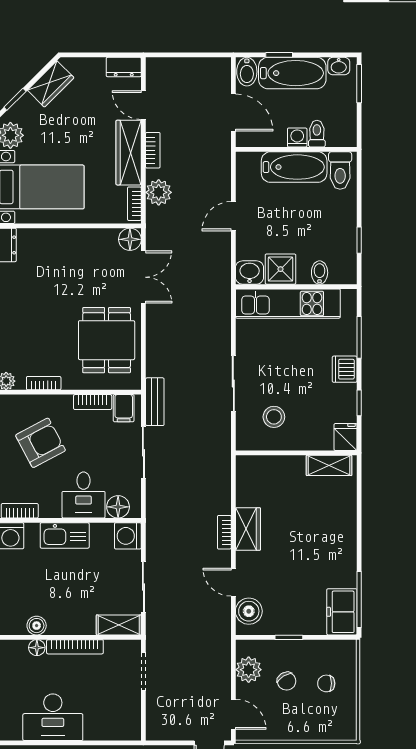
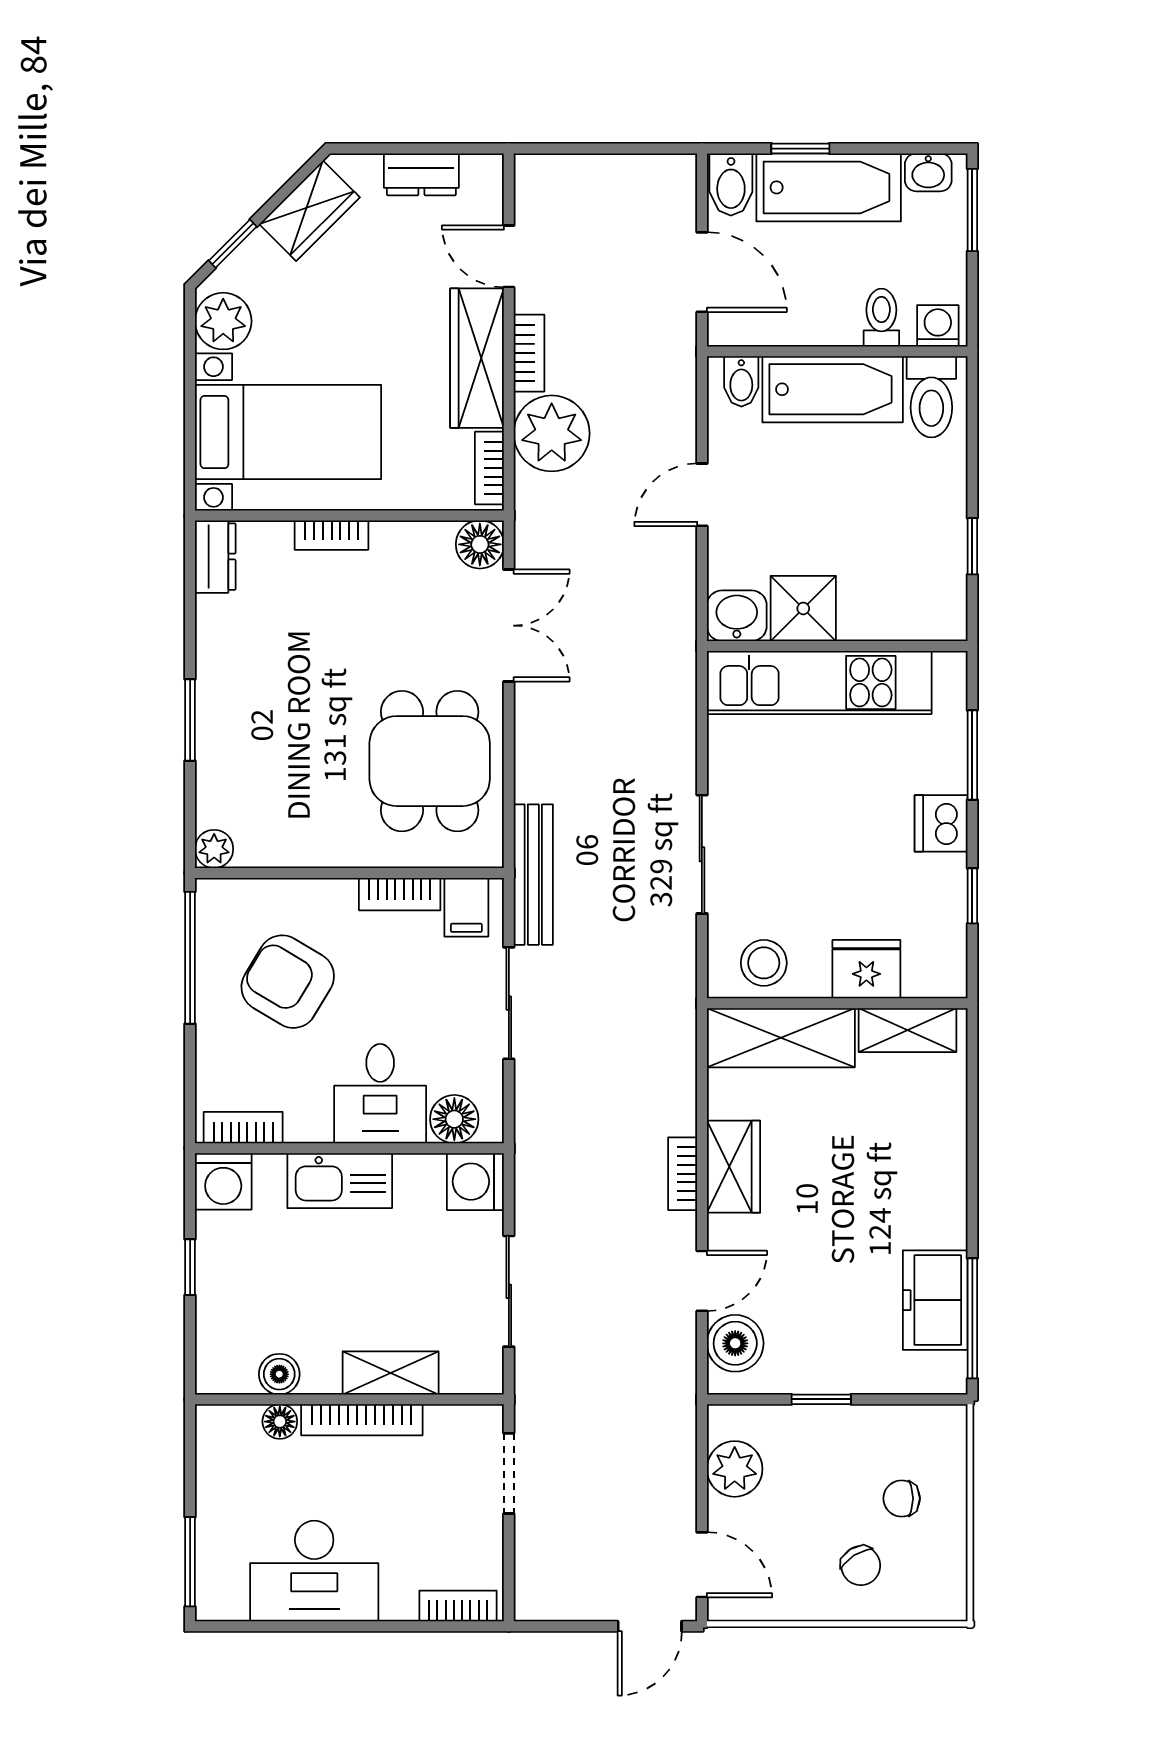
dresser: (124, 67) -> (421, 174), moved
washing machine: (297, 137) -> (938, 326), moved
plant: (159, 192) -> (552, 433), width x1.36, depth x1.36
bidet: (320, 273) -> (741, 381), moved, turned 180
bookcase: (44, 383) -> (332, 535), moved, turned 180
bench: (155, 402) -> (533, 875), width x1.36
stool: (274, 417) -> (764, 963), moved
fridge: (346, 437) -> (866, 969), moved, width x1.38
armchair: (40, 443) -> (288, 982), turned -121
shelving: (270, 469) -> (781, 1038), added
door: (233, 582) -> (702, 1281), swing flipped
freezer: (342, 612) -> (935, 1300), moved
shelving: (119, 625) -> (391, 1373), moved
chair: (287, 681) -> (861, 1566), moved
bookcase: (120, 734) -> (458, 1606), added

